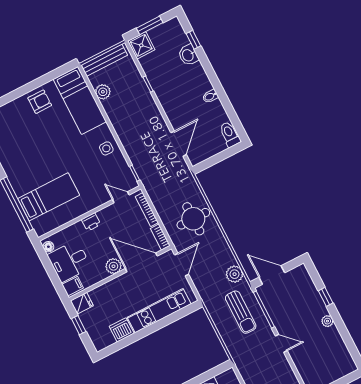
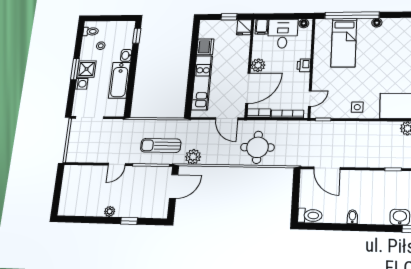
floor lamp: (12, 177) -> (377, 23), added

